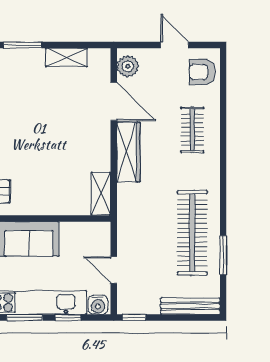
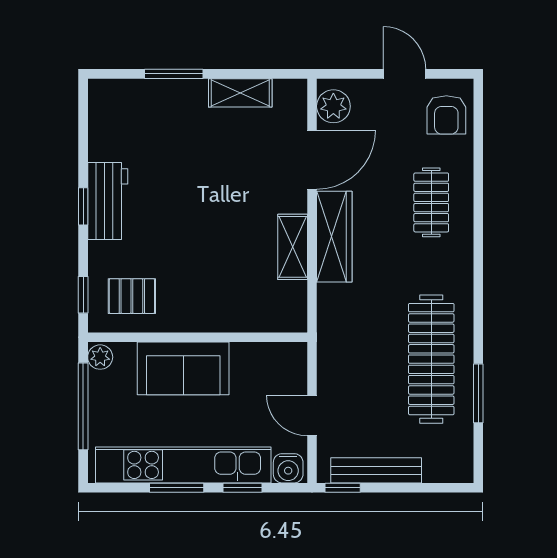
armchair: (202, 72) -> (446, 115), turned -90
door: (114, 102) -> (312, 160), hinge flipped
shelving: (101, 194) -> (293, 247), moved
bench: (190, 306) -> (376, 470), moved

